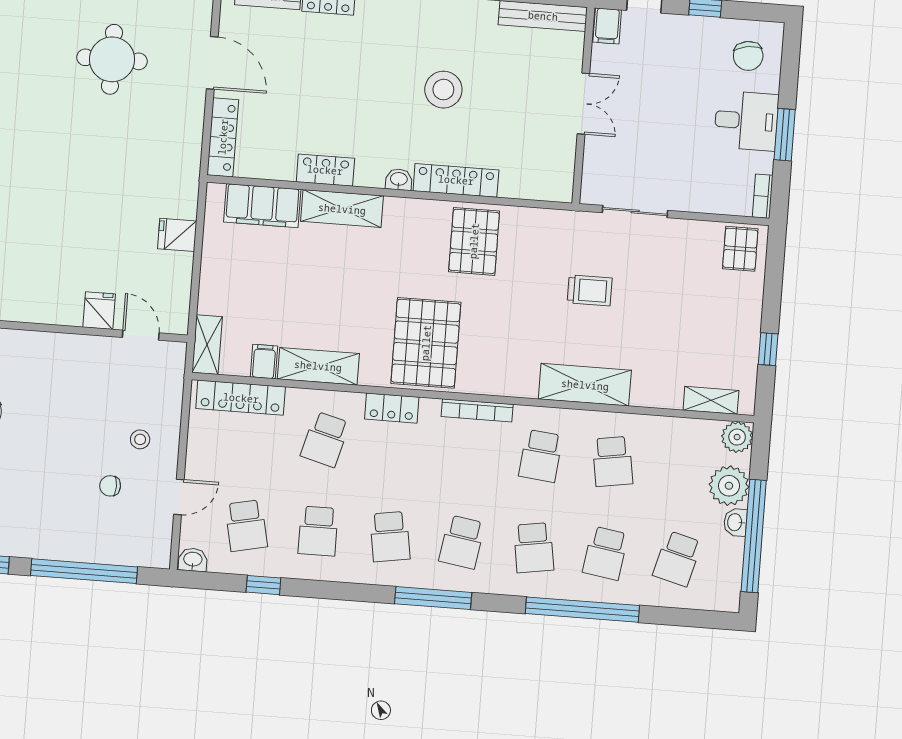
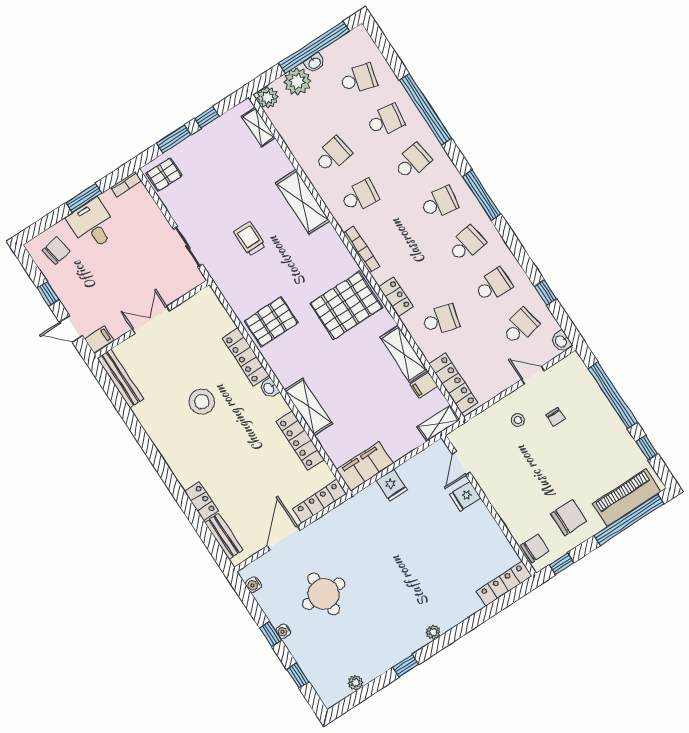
locker: (325, 170) -> (300, 440), width x1.53
filing cabinet: (262, 206) -> (365, 466), moved, turned -90
window: (773, 291) -> (174, 139), added

